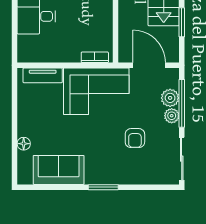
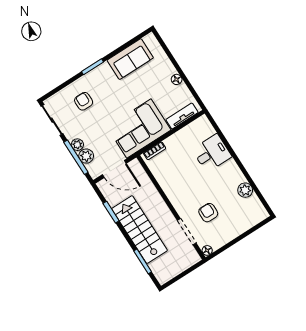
armchair: (135, 138) -> (84, 101), moved
floor lamp: (24, 144) -> (177, 79), moved

